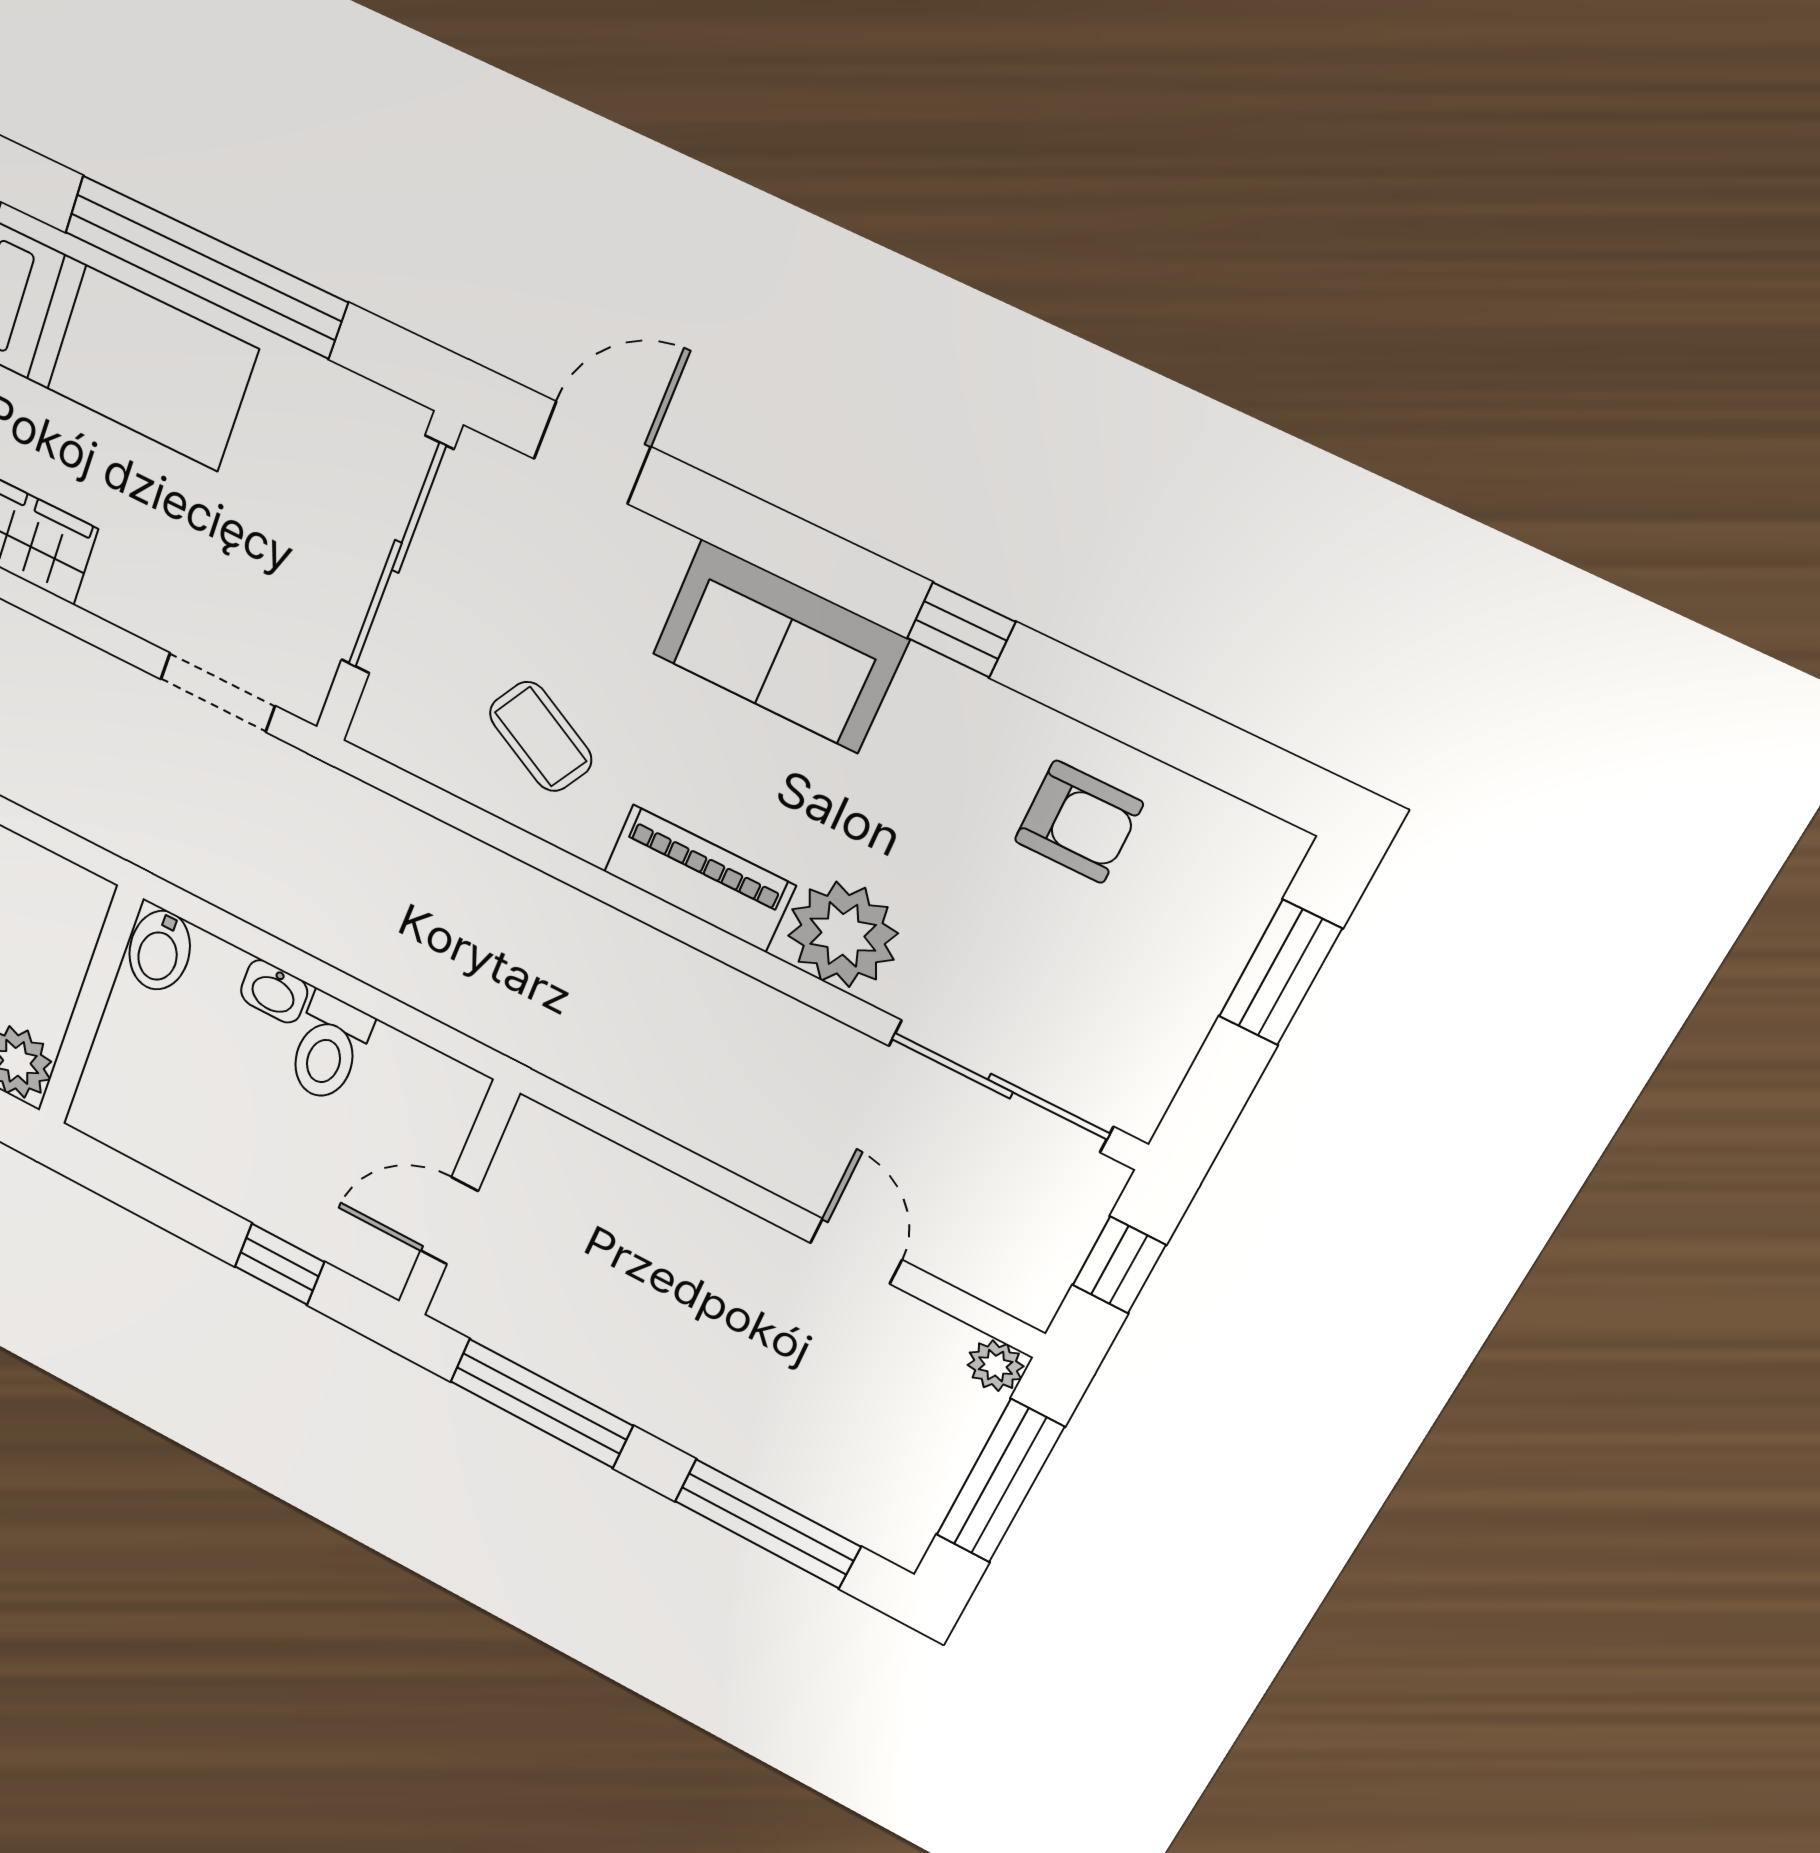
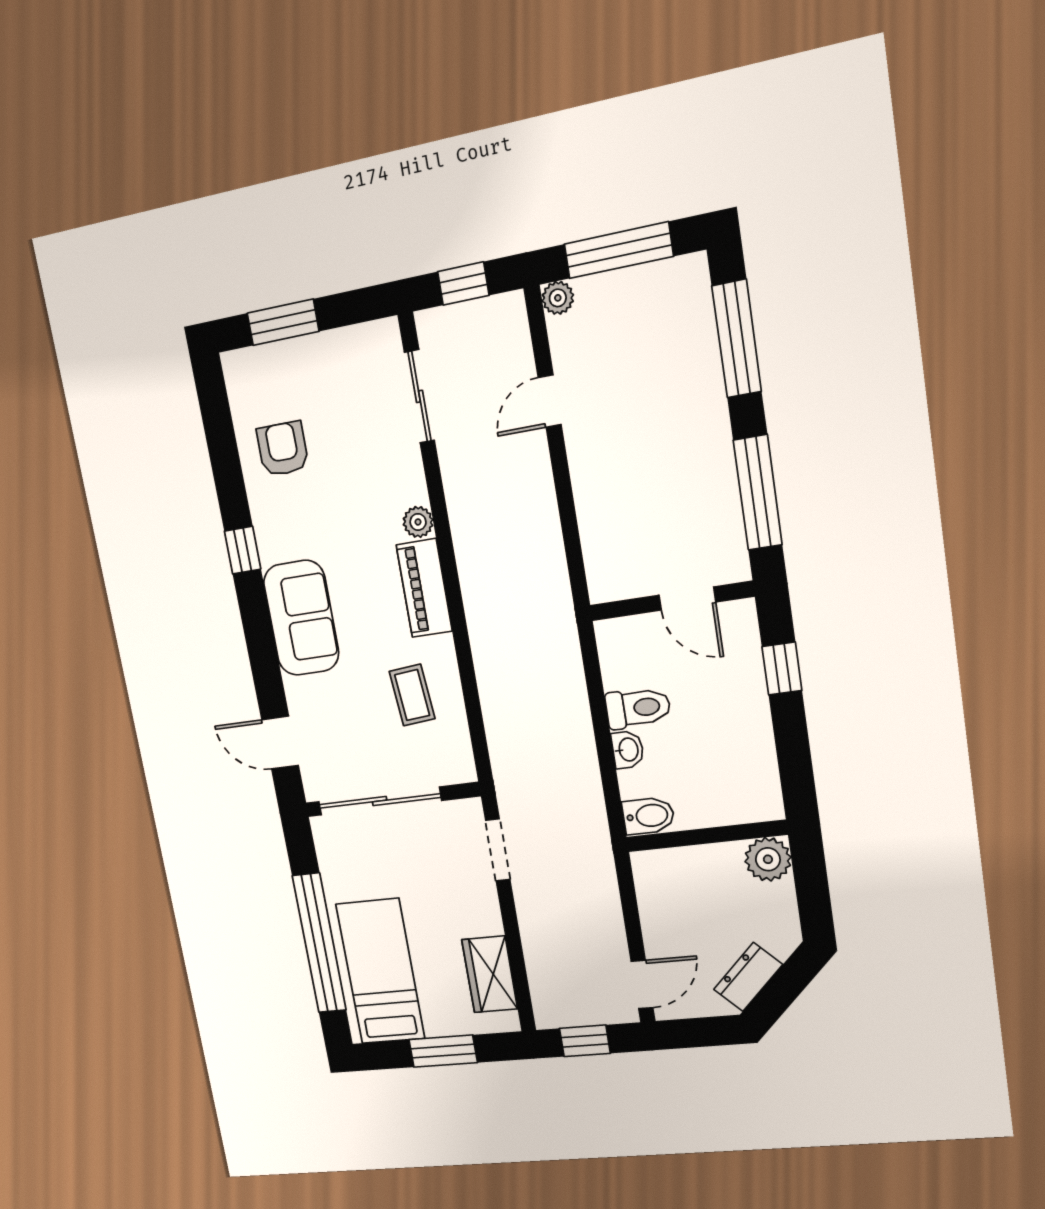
coffee table: (541, 737) -> (412, 695), turned -34
plant: (843, 934) -> (418, 522), width x0.53, depth x0.53
sliding door: (1000, 1086) -> (419, 396), width x0.73

